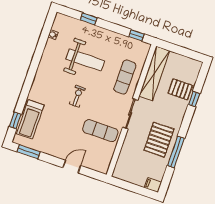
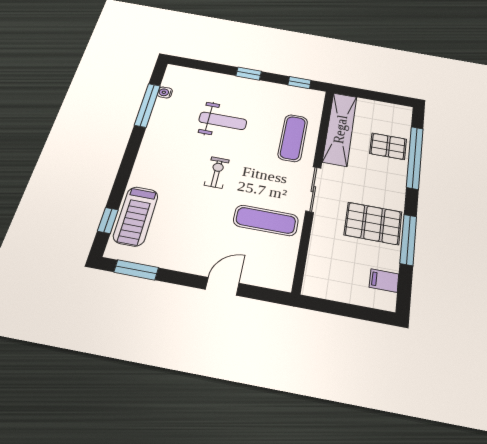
window: (89, 19) -> (249, 74), moved
window: (42, 43) -> (147, 105), added
weight bench: (85, 60) -> (223, 121), width x0.73, depth x0.75
window: (194, 99) -> (415, 157), width x3.17
pallet: (159, 140) -> (373, 223), turned 90
filing cabinet: (153, 185) -> (384, 281), moved

